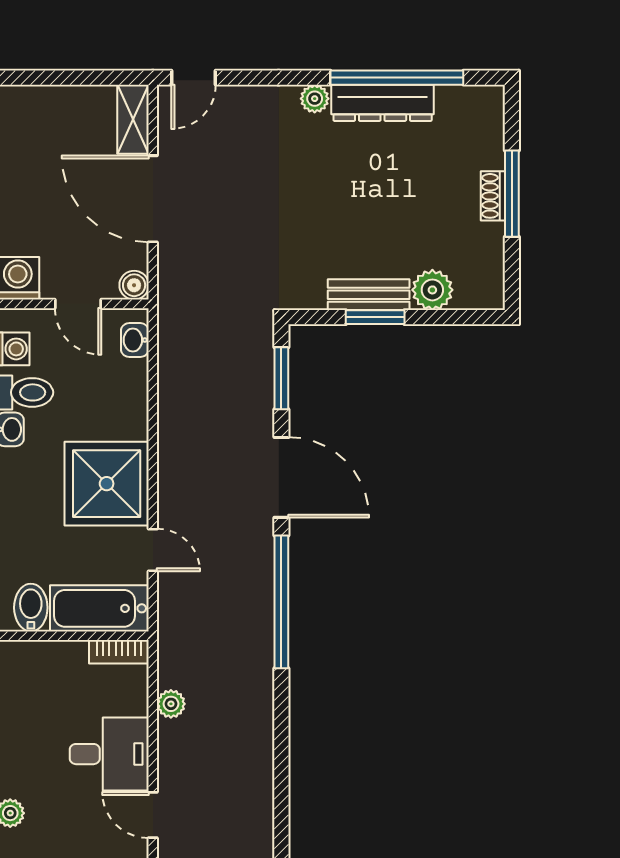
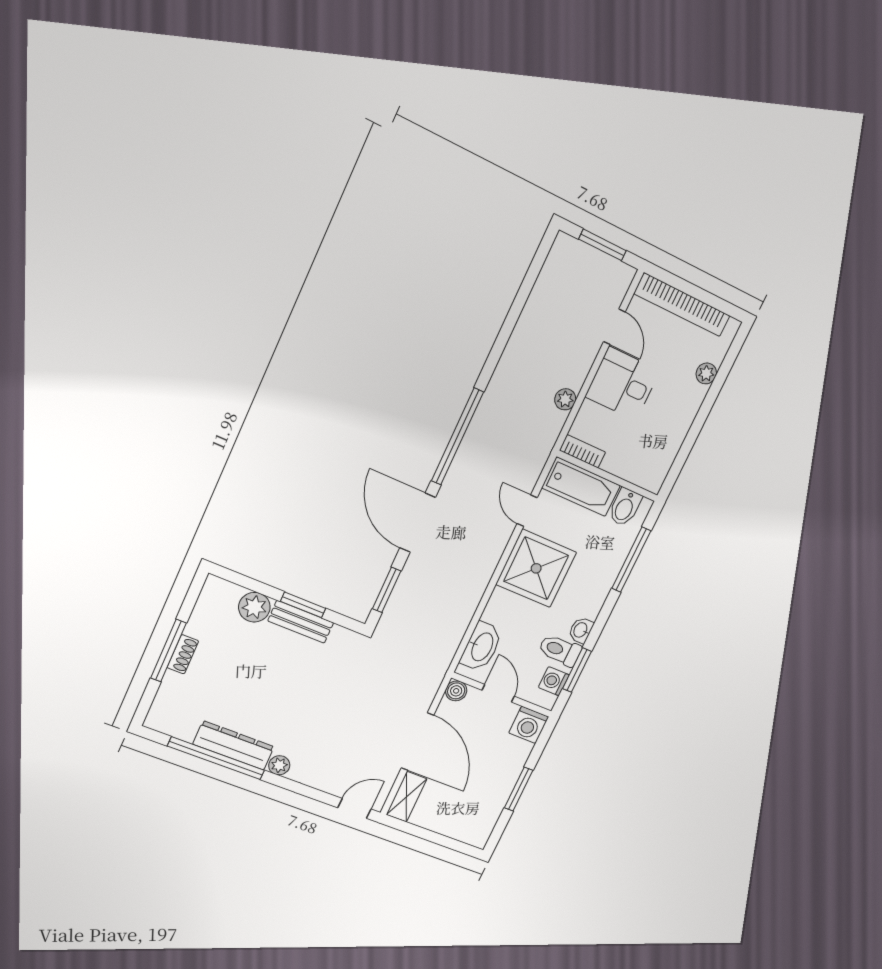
washbasin: (135, 340) -> (481, 647), width x1.91, depth x1.45

